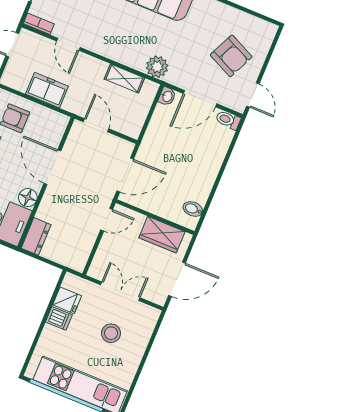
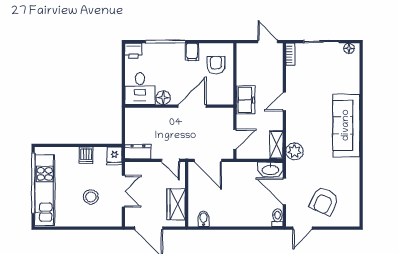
door: (68, 44) -> (284, 102), moved
shelving: (124, 79) -> (277, 145), moved
freezer: (47, 90) -> (245, 100), moved
washbasin: (167, 96) -> (270, 170), width x1.91, depth x1.45
door: (96, 125) -> (235, 139), moved
dresser: (36, 236) -> (138, 152), moved, turned 180
fridge: (67, 300) -> (114, 156), moved

